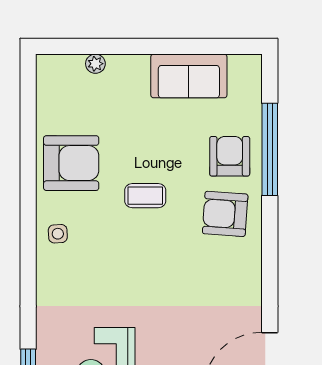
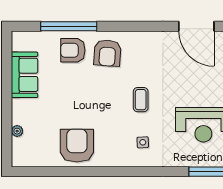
coffee table: (145, 196) -> (141, 100), moved
side table: (58, 234) -> (143, 142), moved

